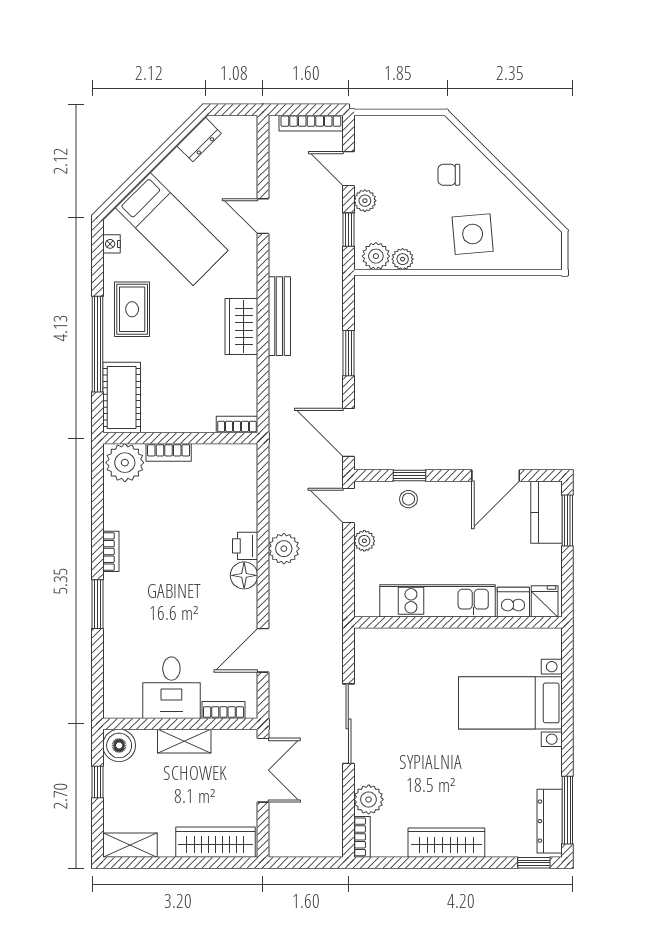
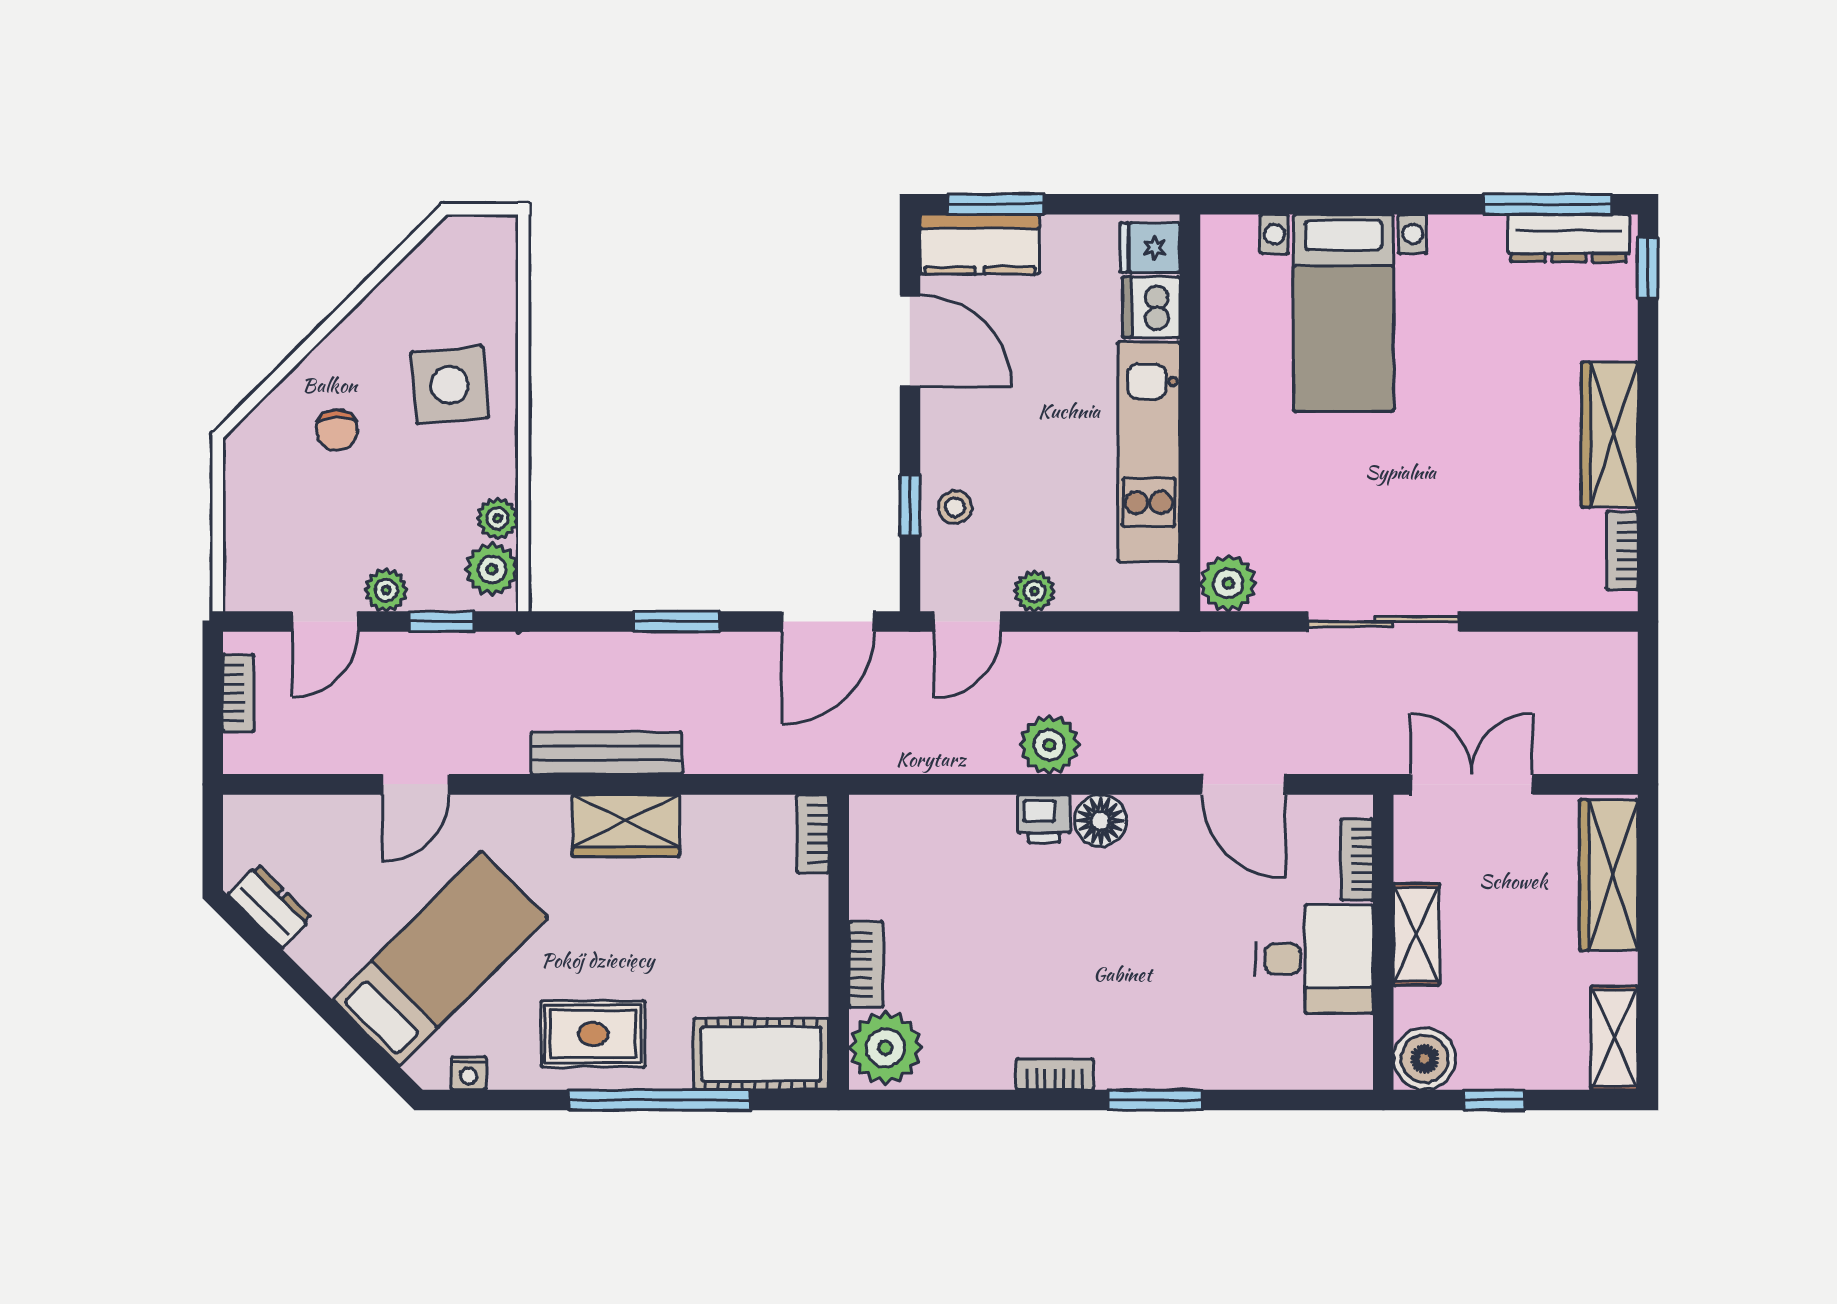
bookcase: (311, 123) -> (238, 693), width x0.64
plant: (369, 799) -> (1228, 583), moved
bookcase: (362, 837) -> (1622, 551), moved, turned -90

